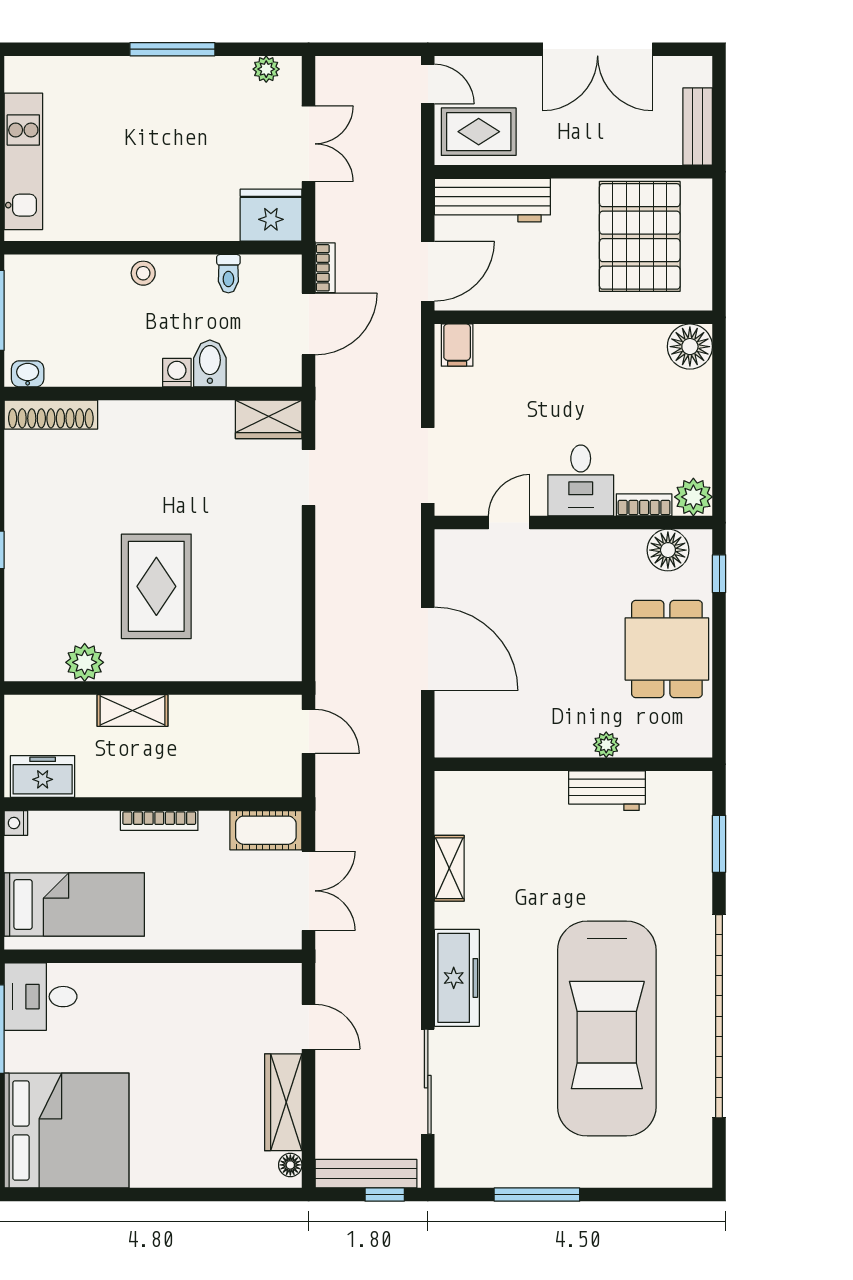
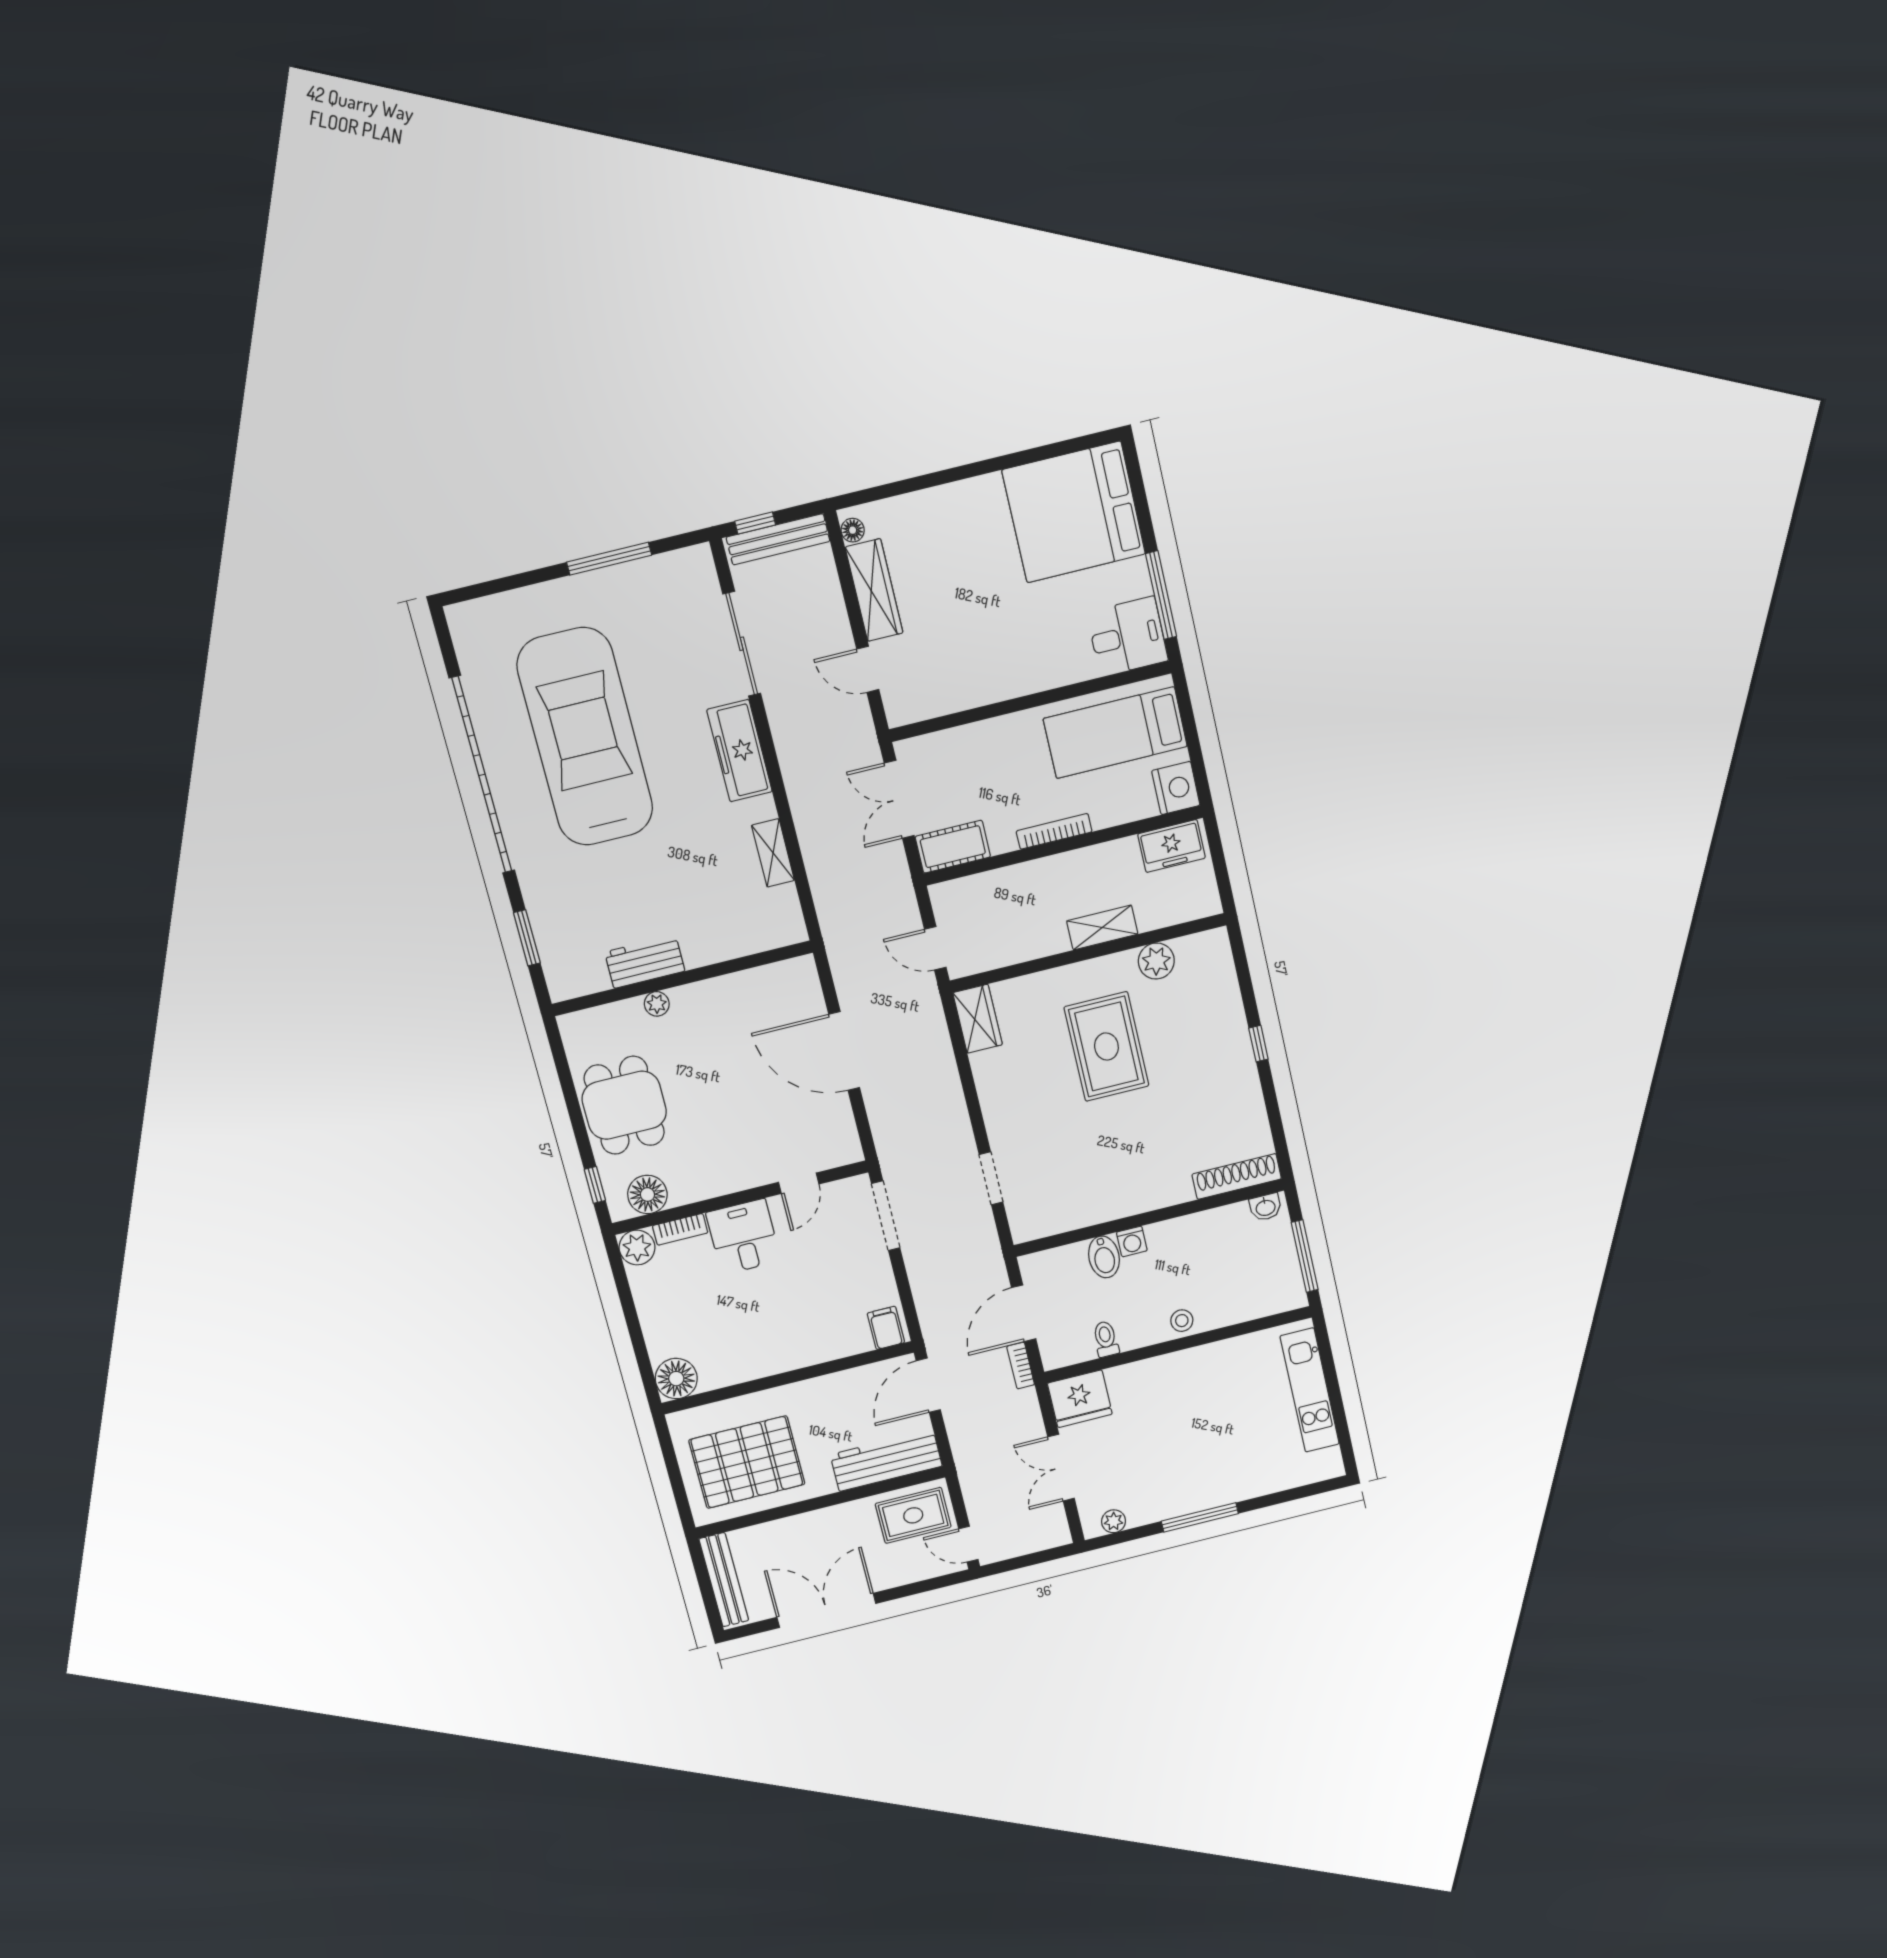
bench: (698, 126) -> (724, 1580), width x1.36
pallet: (640, 236) -> (747, 1462), turned 90
wardrobe: (269, 419) -> (978, 1019), moved, turned 90
nightstand: (16, 823) -> (1176, 788), width x1.89, depth x1.79

